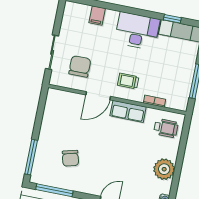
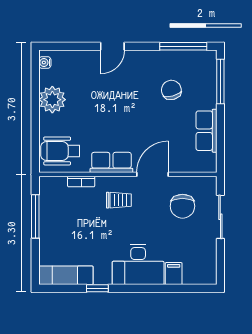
window: (172, 19) -> (97, 288), moved
desk: (137, 31) -> (138, 264), moved
row of seats: (50, 121) -> (206, 131), added
wheelchair: (166, 128) -> (60, 151), width x1.36, depth x1.37

